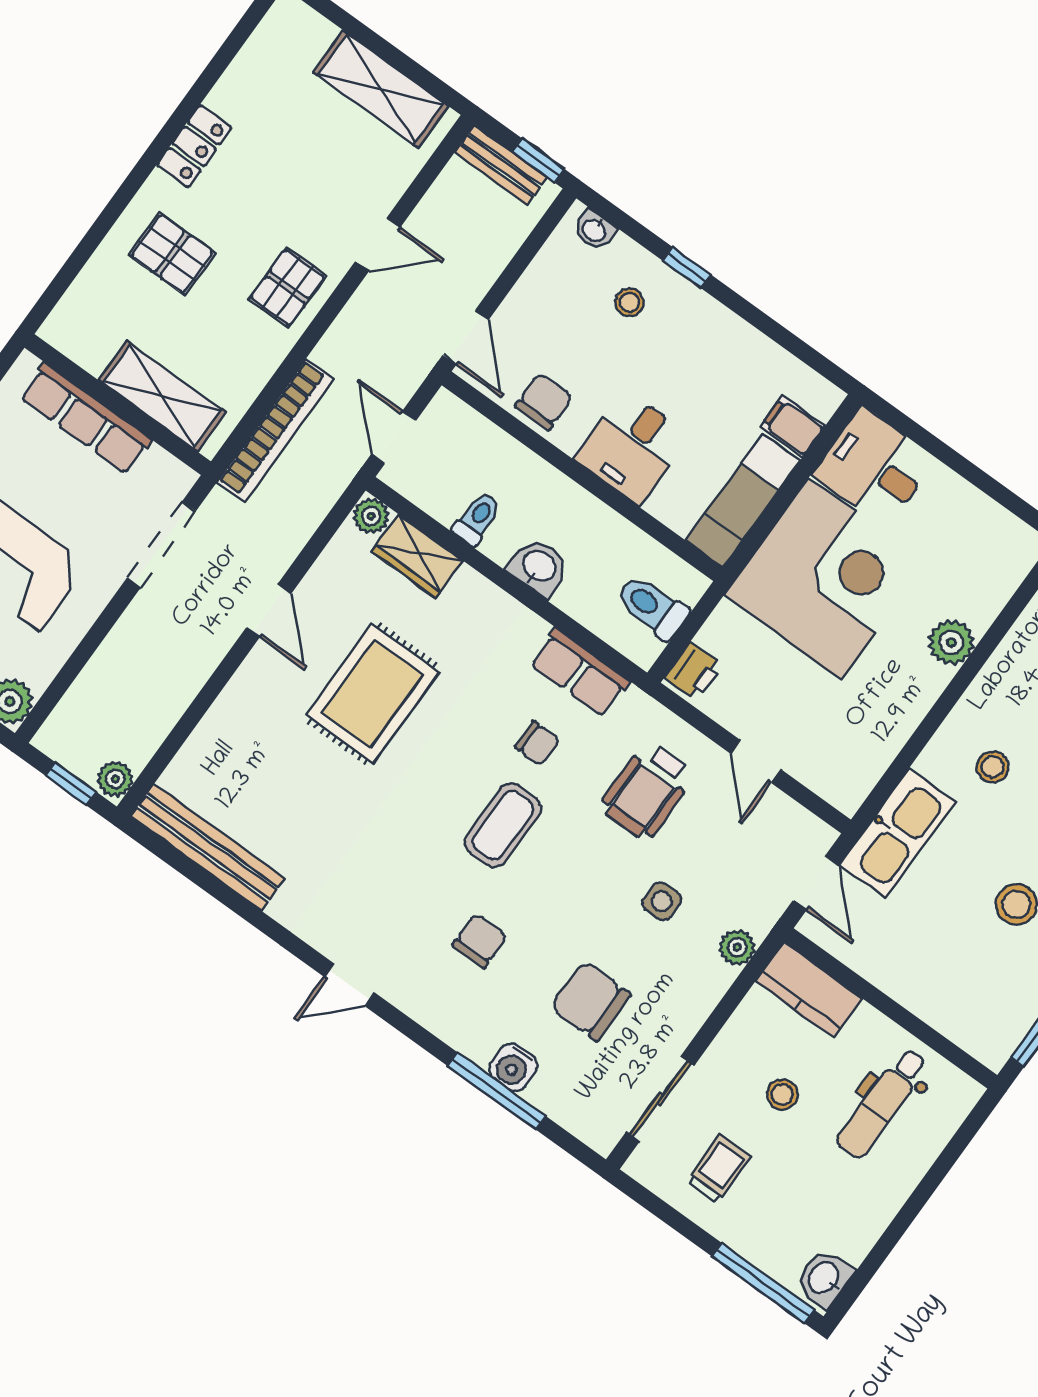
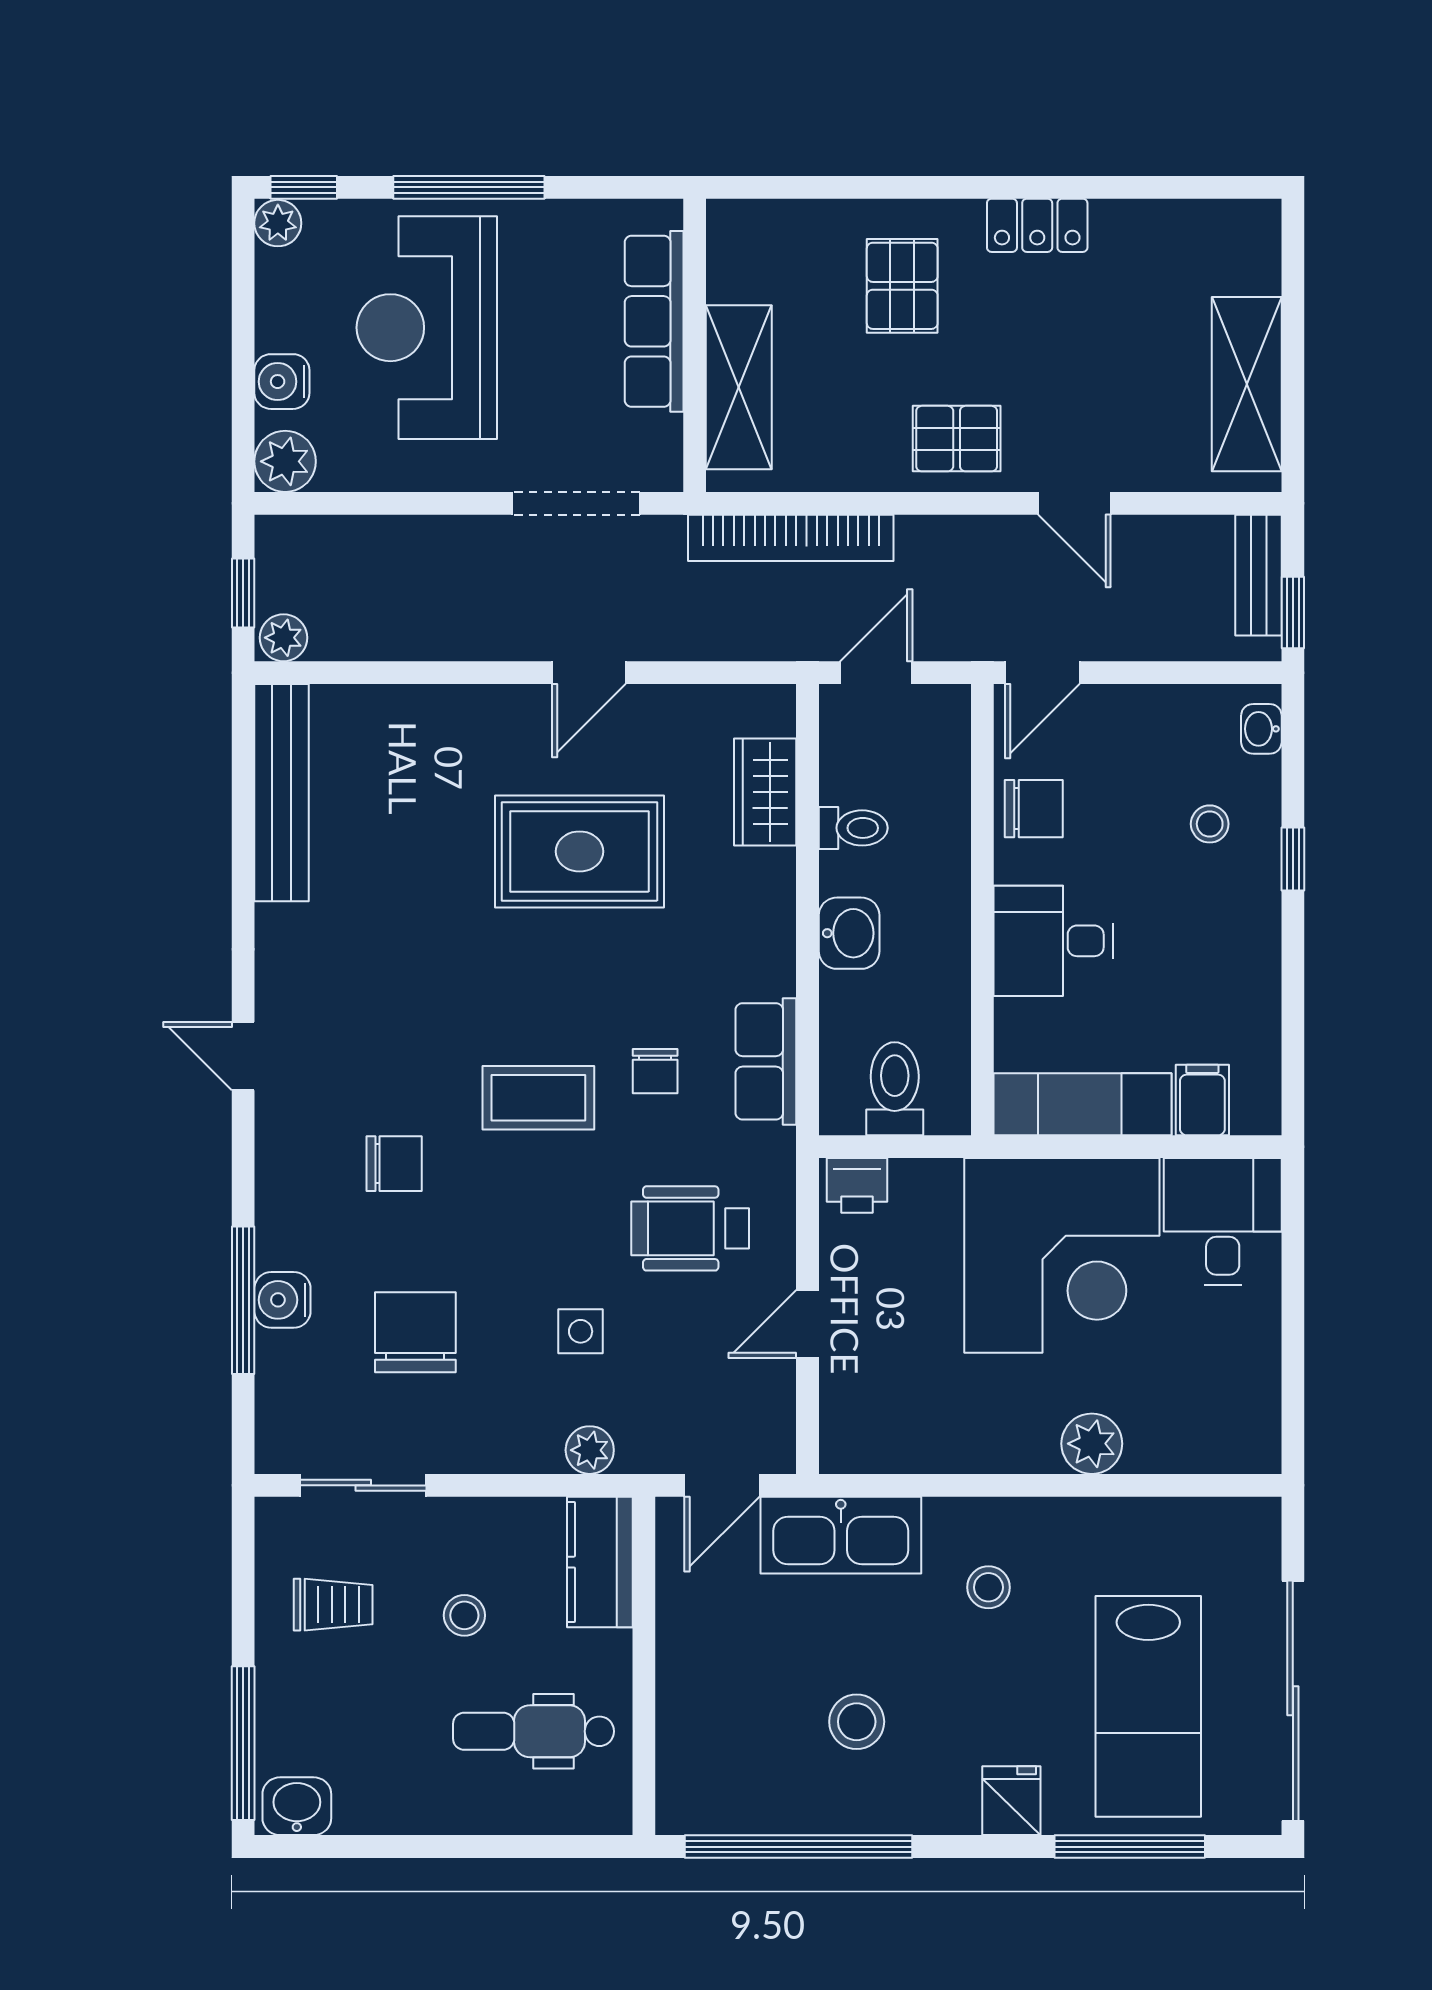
plant: (371, 516) -> (773, 710), removed

